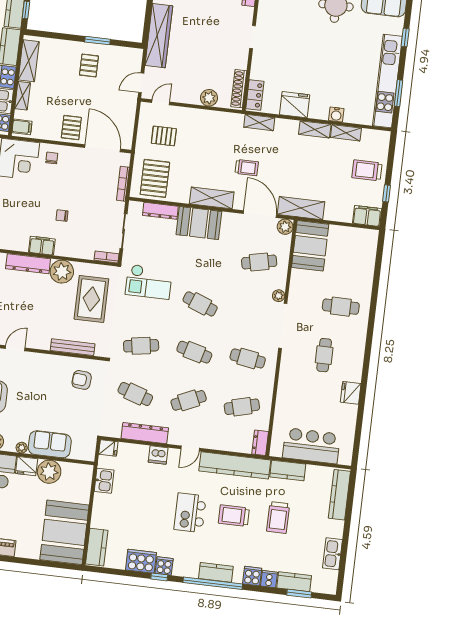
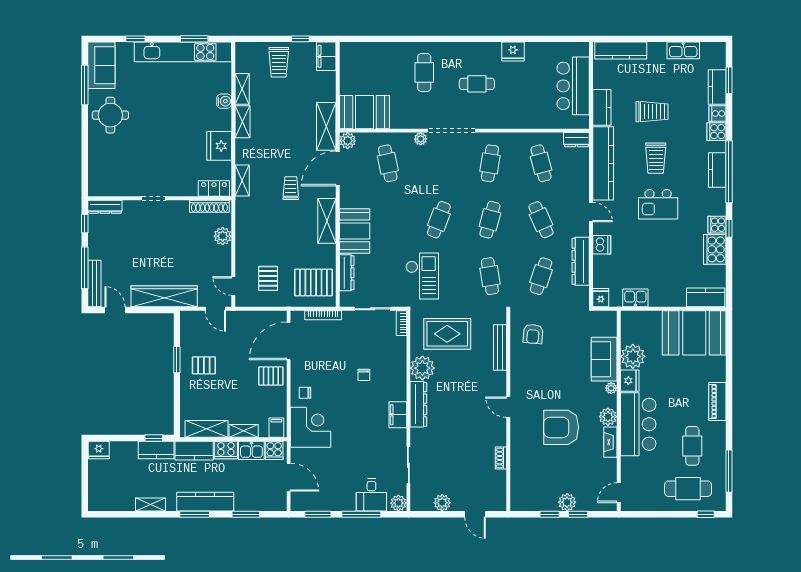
filing cabinet: (42, 246) -> (398, 415), moved

